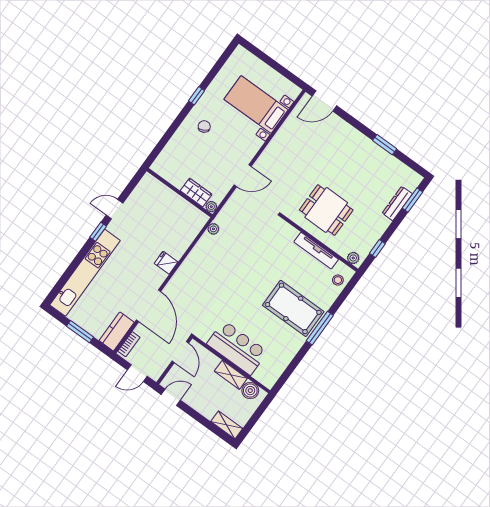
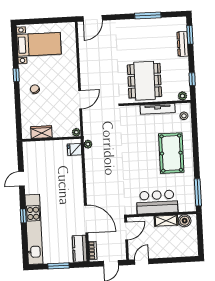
bed with nightstands: (256, 104) -> (39, 44), moved, turned 180
window: (385, 145) -> (148, 16), width x1.44
wardrobe: (196, 193) -> (41, 132), moved
dining table: (326, 210) -> (145, 81), width x1.38
window: (98, 232) -> (23, 216), moved
fridge: (166, 263) -> (74, 149), moved
pool table: (293, 308) -> (171, 153), turned 90
window: (320, 328) -> (198, 192), moved
door: (180, 352) -> (126, 231), hinge flipped
shelving: (227, 425) -> (187, 252), removed

